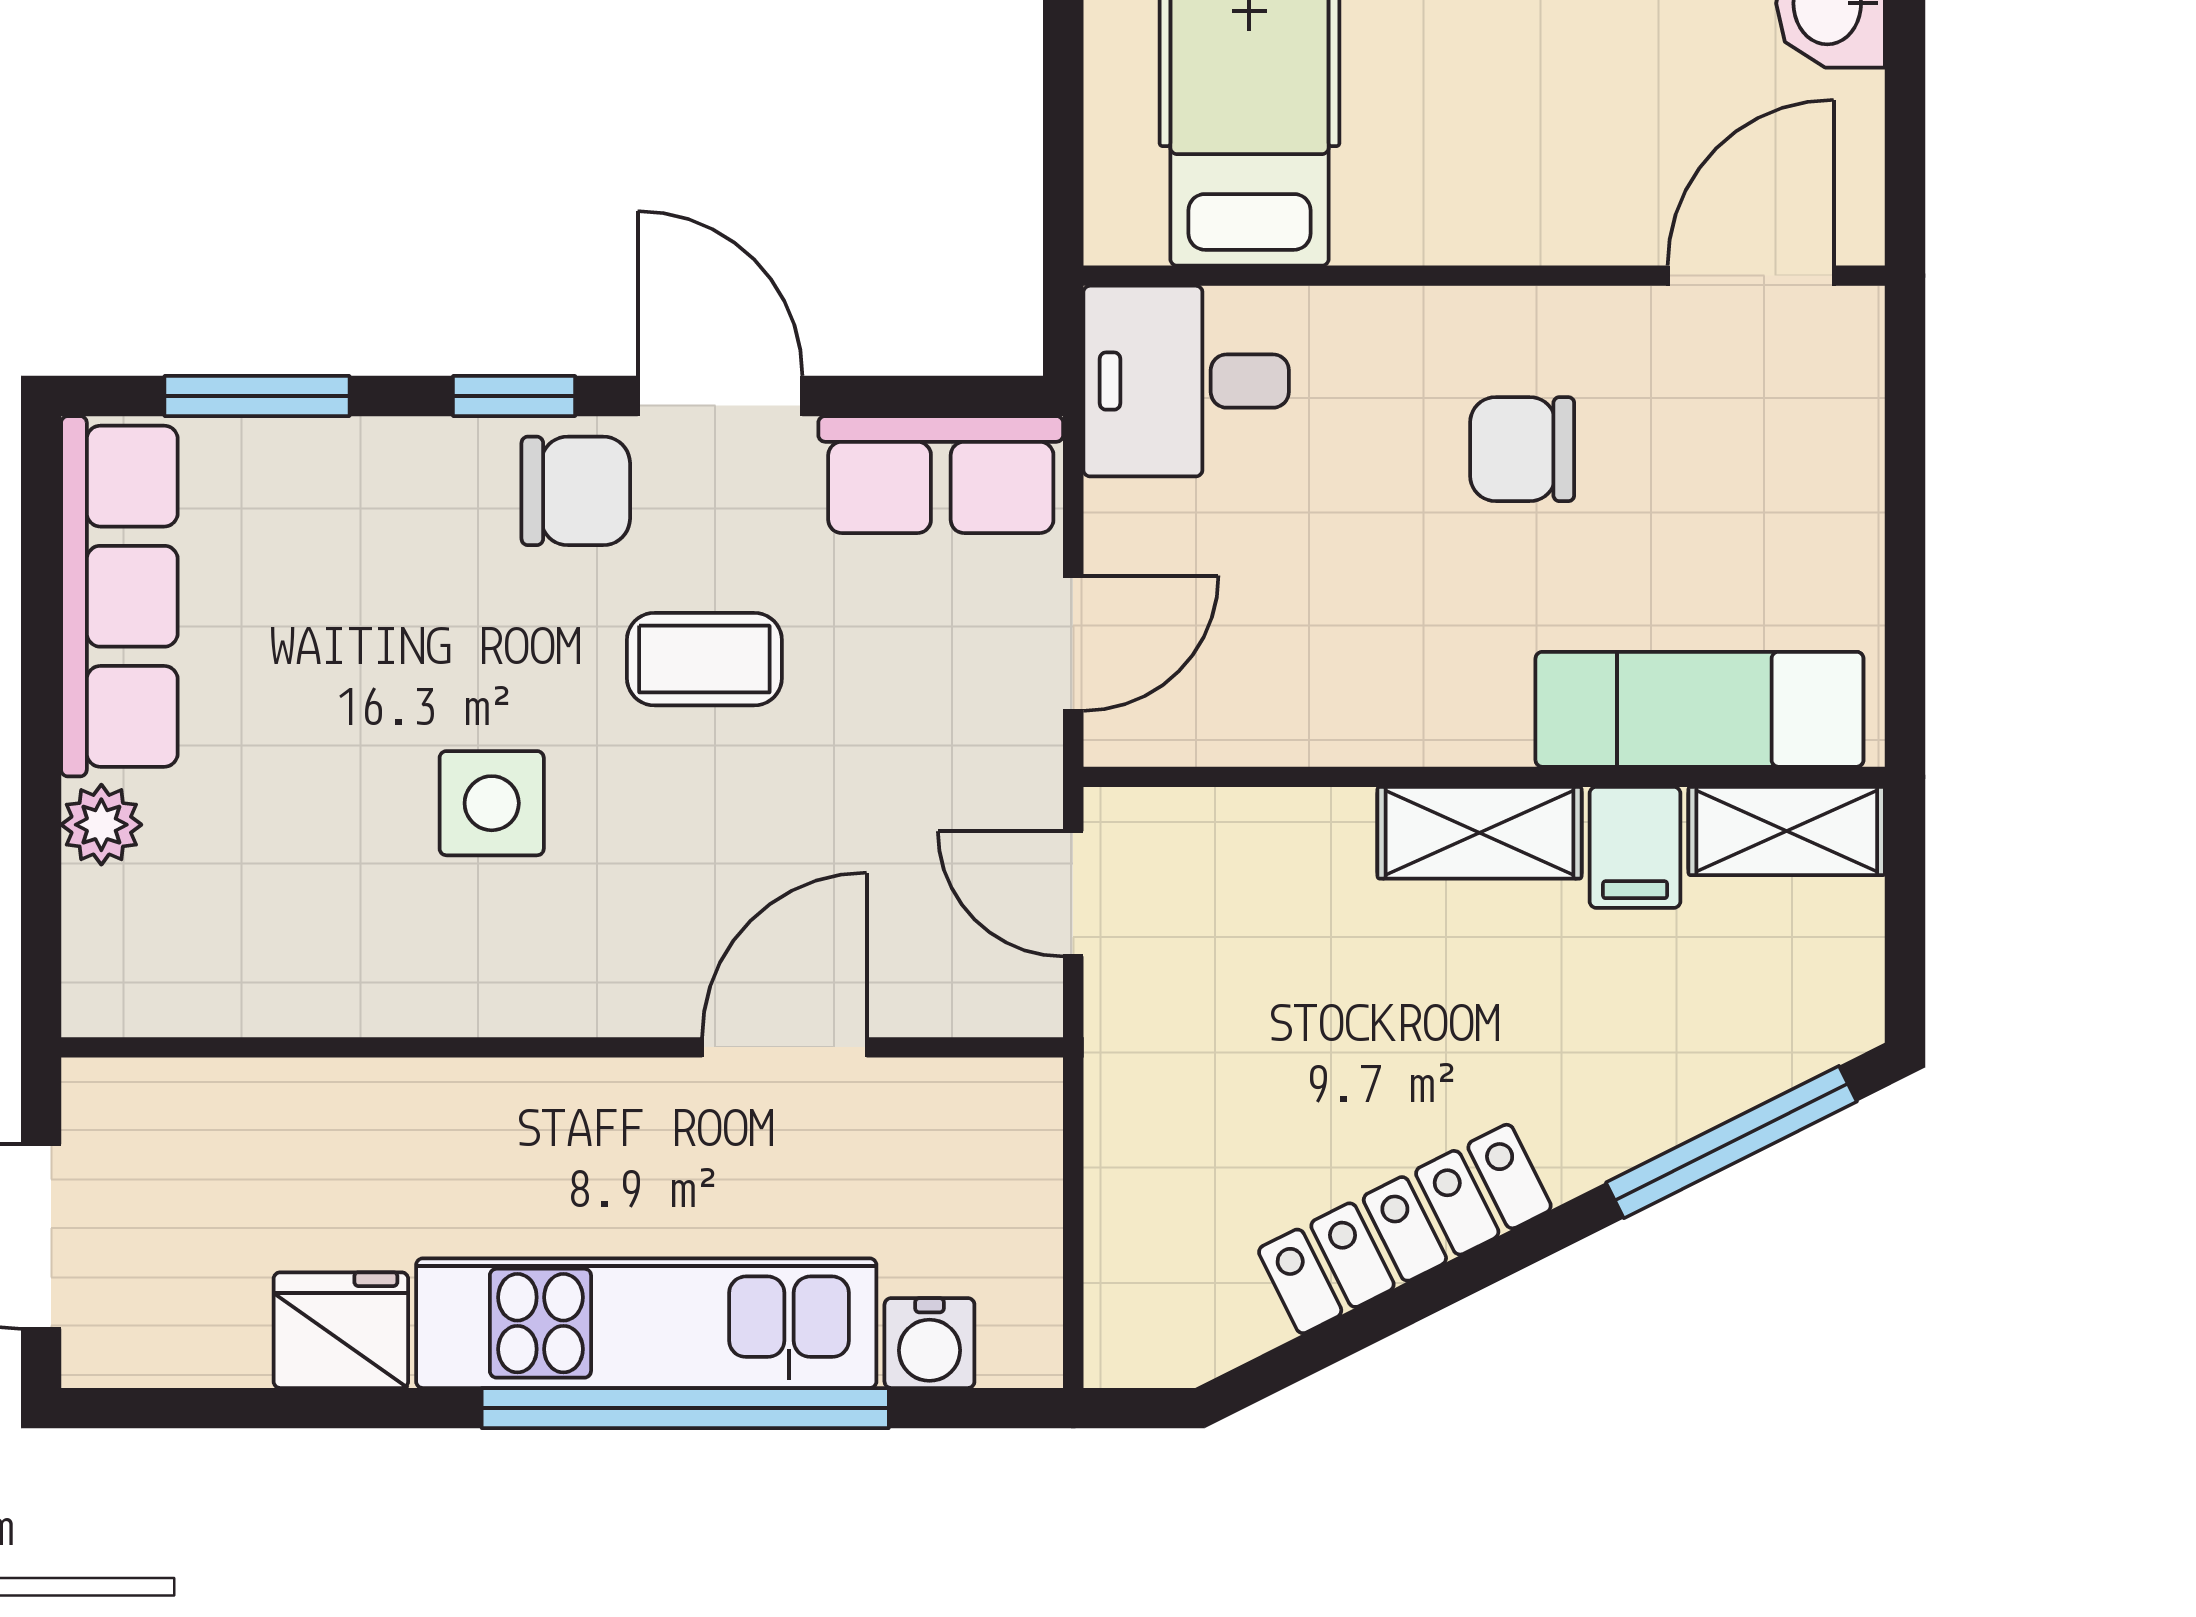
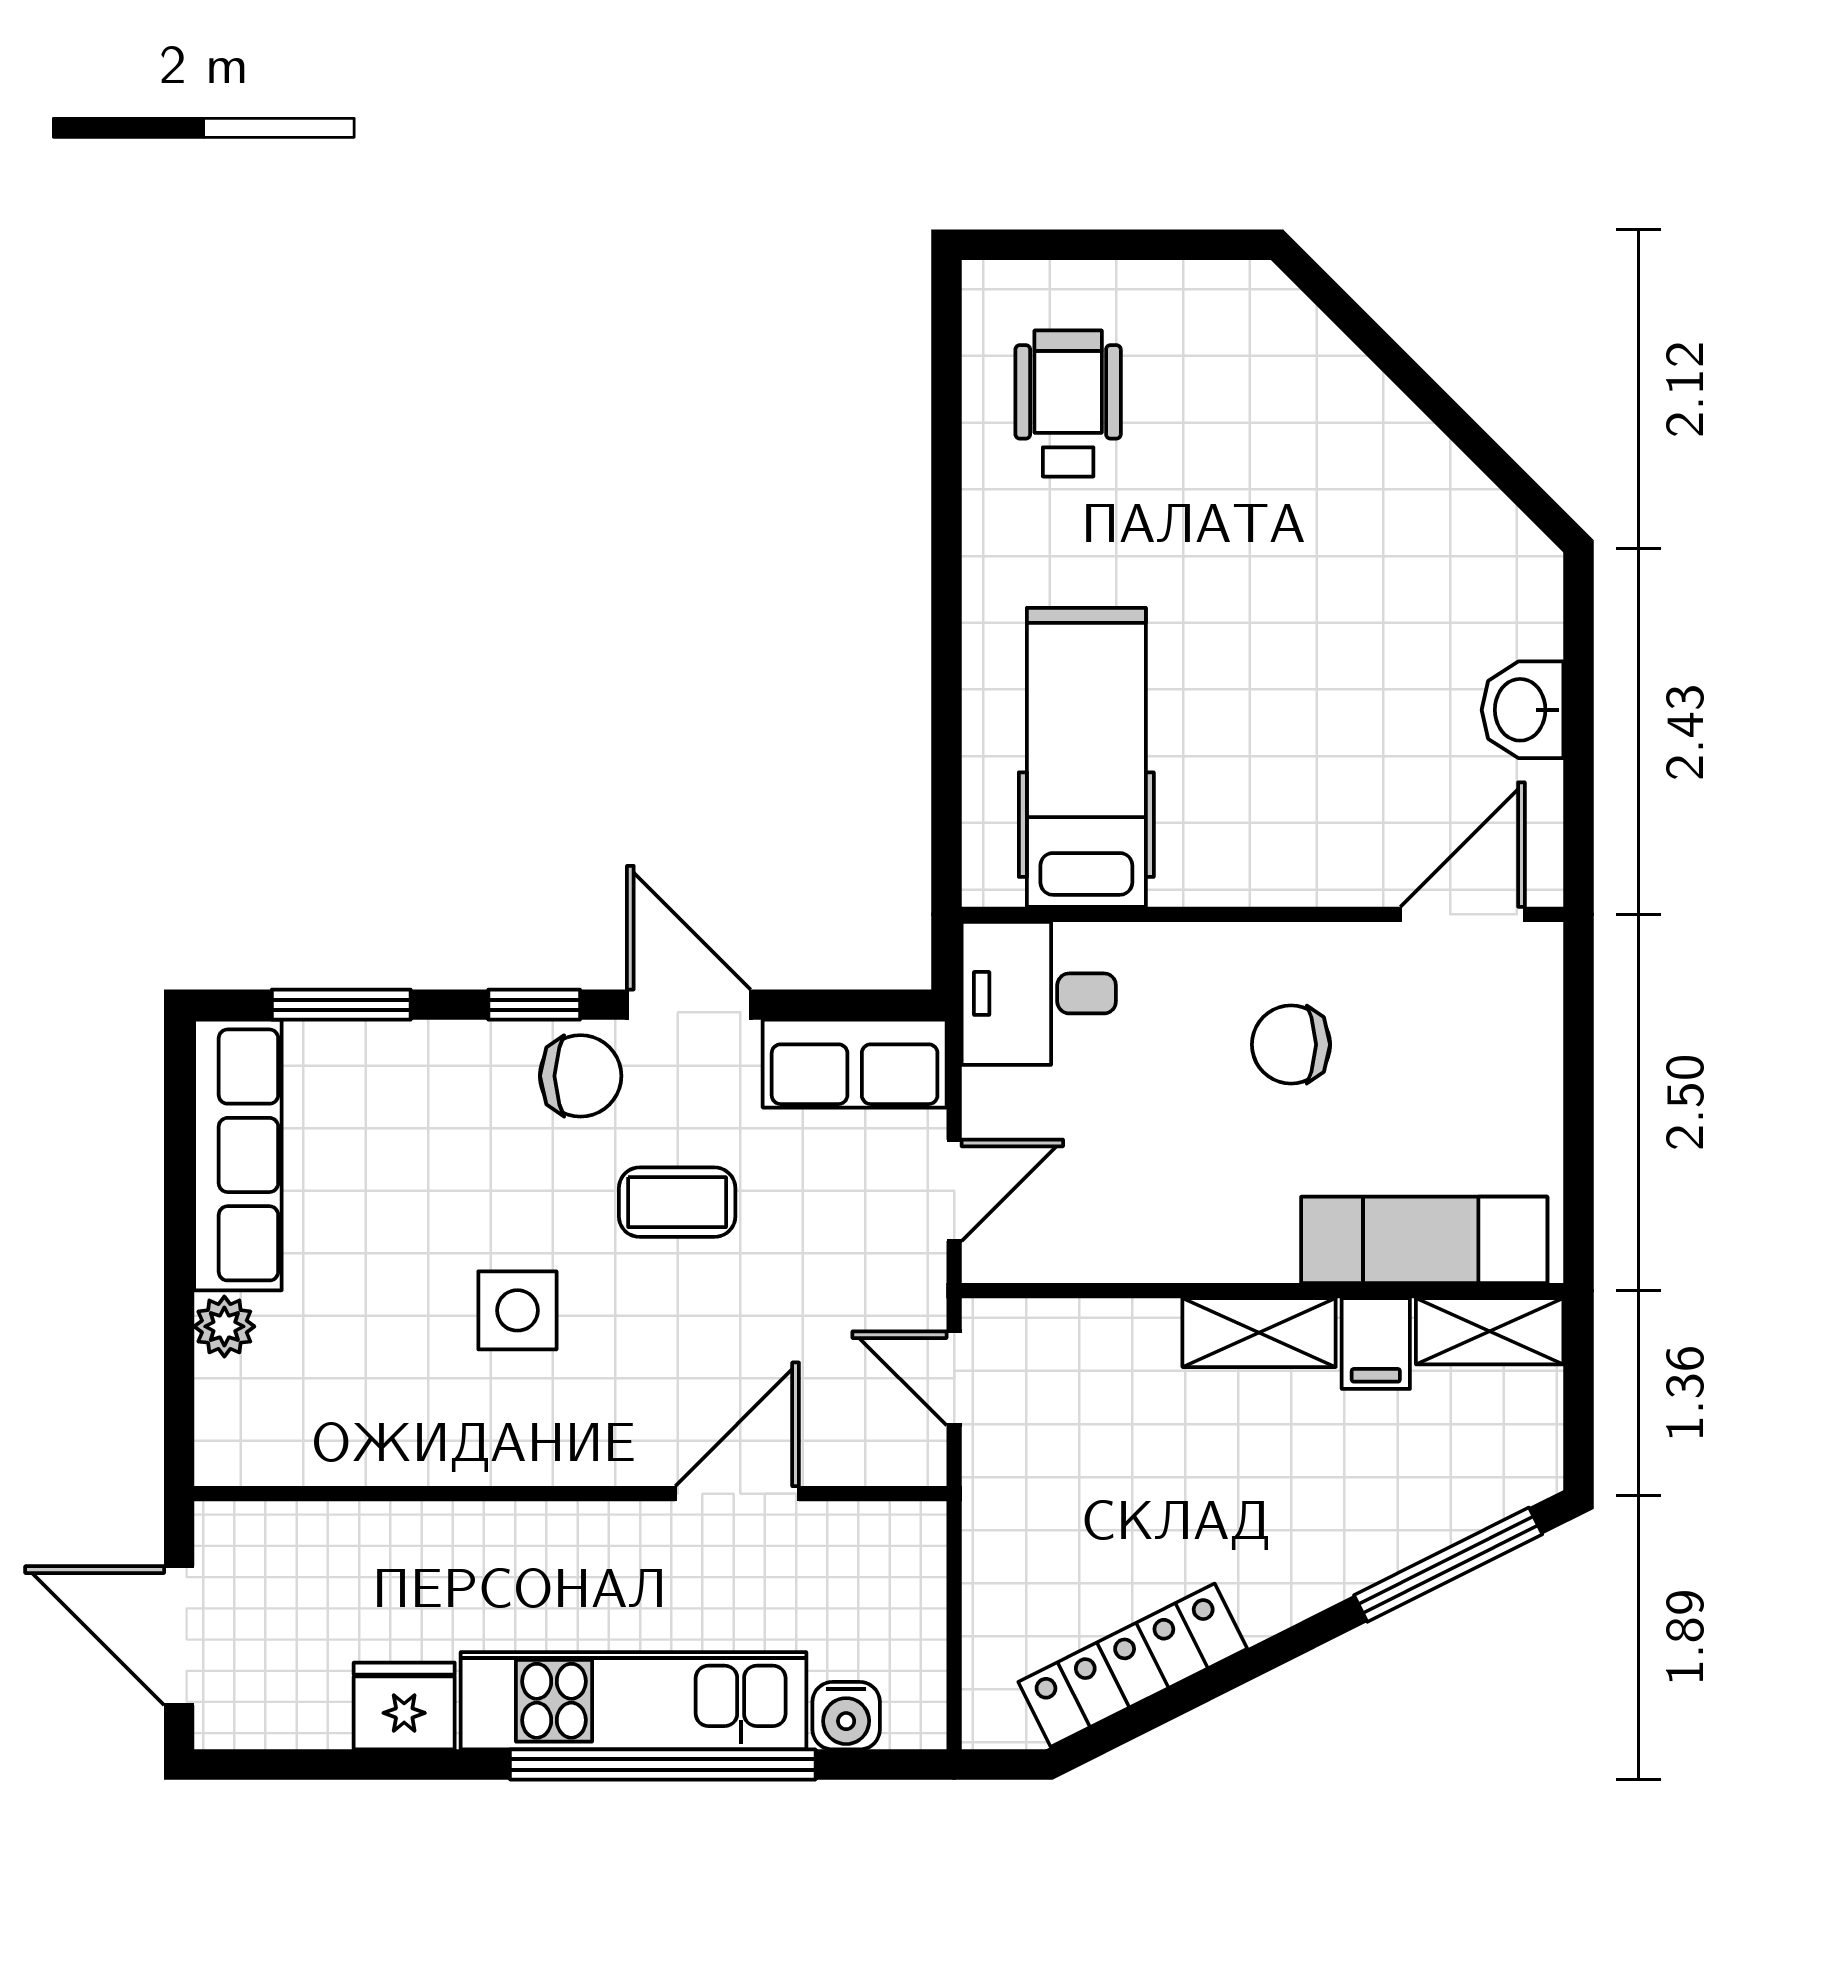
locker: (1405, 1229) -> (1133, 1665), moved

